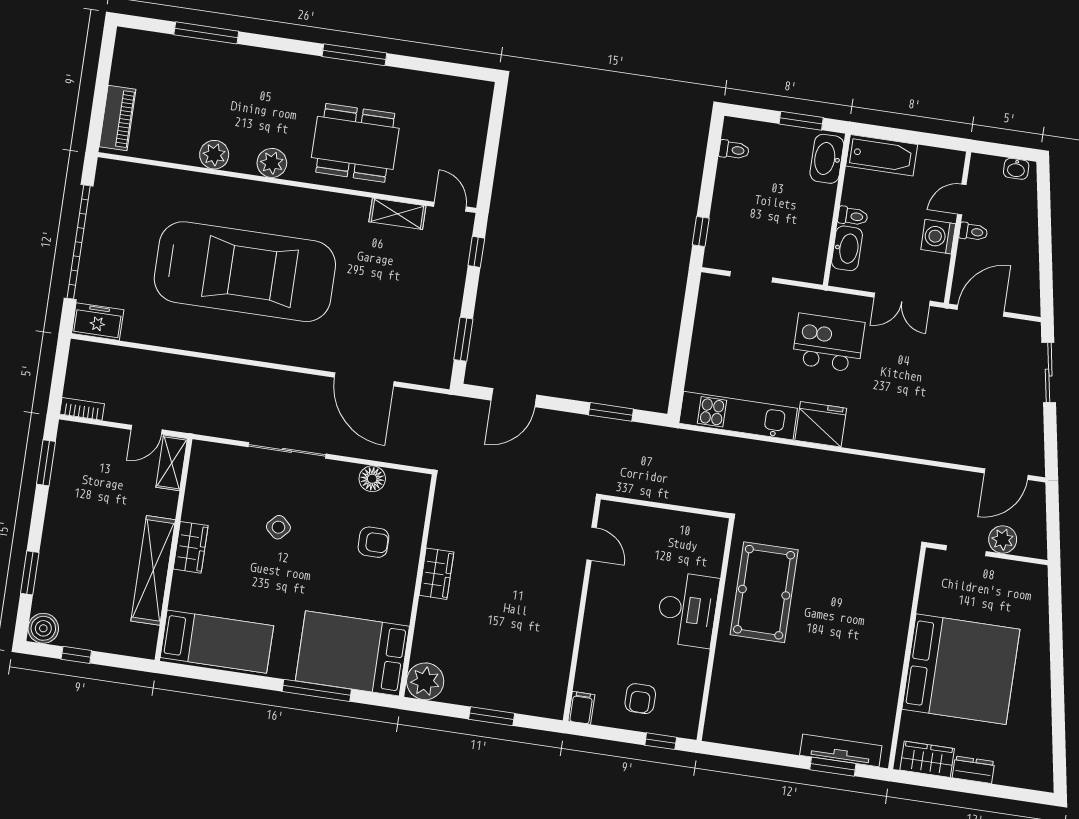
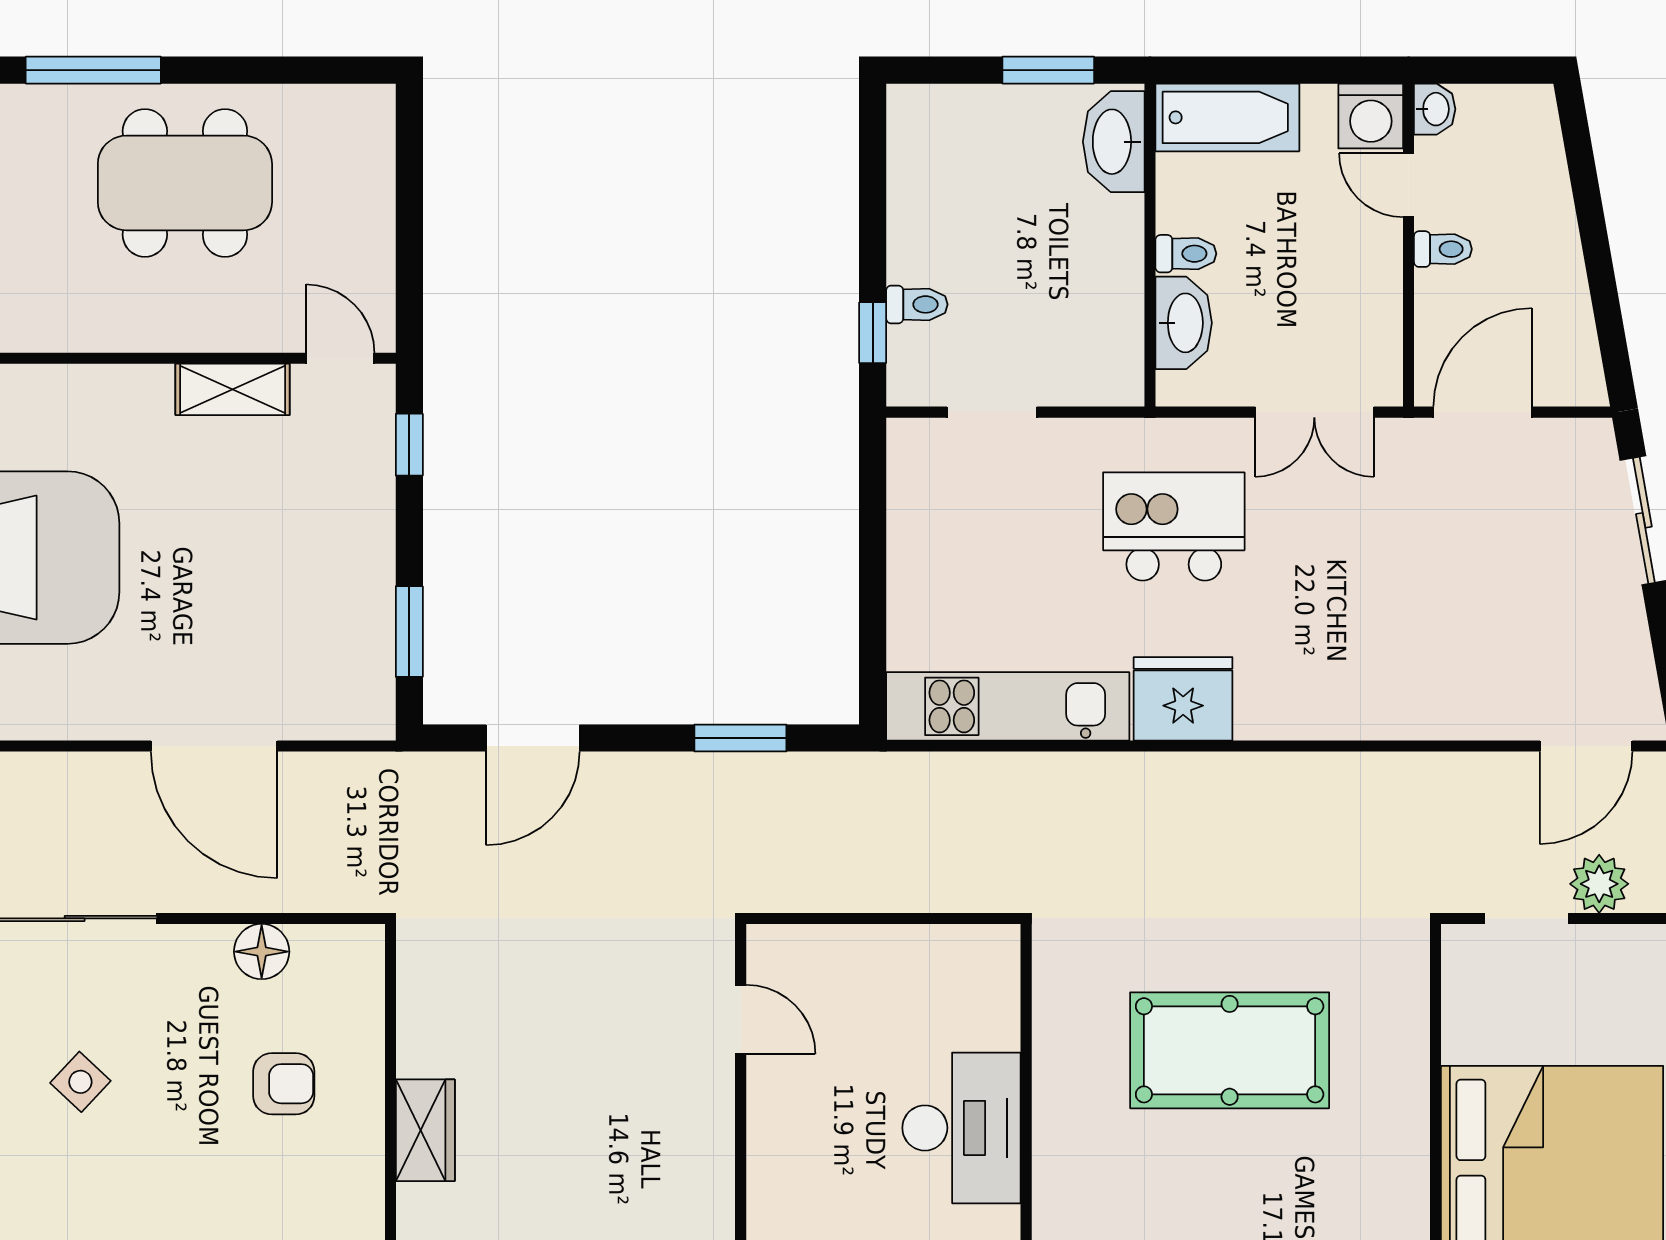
dining table: (355, 143) -> (185, 183), moved
toilet: (734, 150) -> (917, 304), moved
washbasin: (1016, 169) -> (1435, 109), moved, turned -90
door: (962, 199) -> (1409, 185), hinge flipped
washing machine: (938, 237) -> (1371, 116), moved, turned -90
pool table: (764, 592) -> (1230, 1050), moved, turned 90

